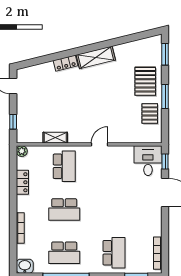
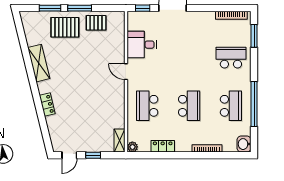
window: (165, 54) -> (50, 8), moved
shelving: (96, 57) -> (39, 63), moved
window: (13, 122) -> (93, 155), moved
shelving: (55, 138) -> (119, 140), moved
desk: (148, 161) -> (142, 45), moved
school desk: (64, 166) -> (147, 106), turned -90

